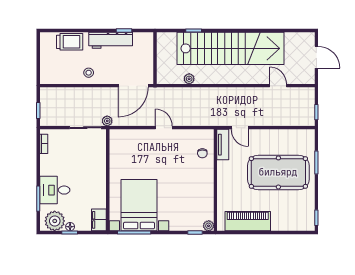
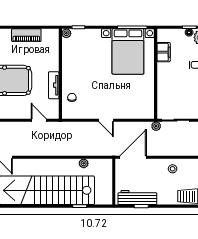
workbench: (111, 40) -> (137, 197), moved
tv unit: (223, 145) -> (54, 85), moved
filing cabinet: (99, 220) -> (164, 52), moved
piano: (248, 221) -> (26, 35), width x0.73, depth x0.75

